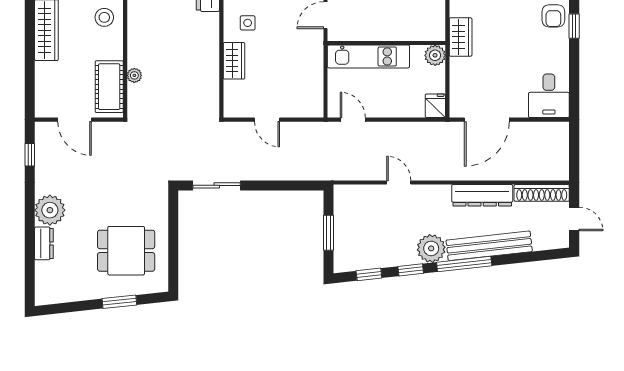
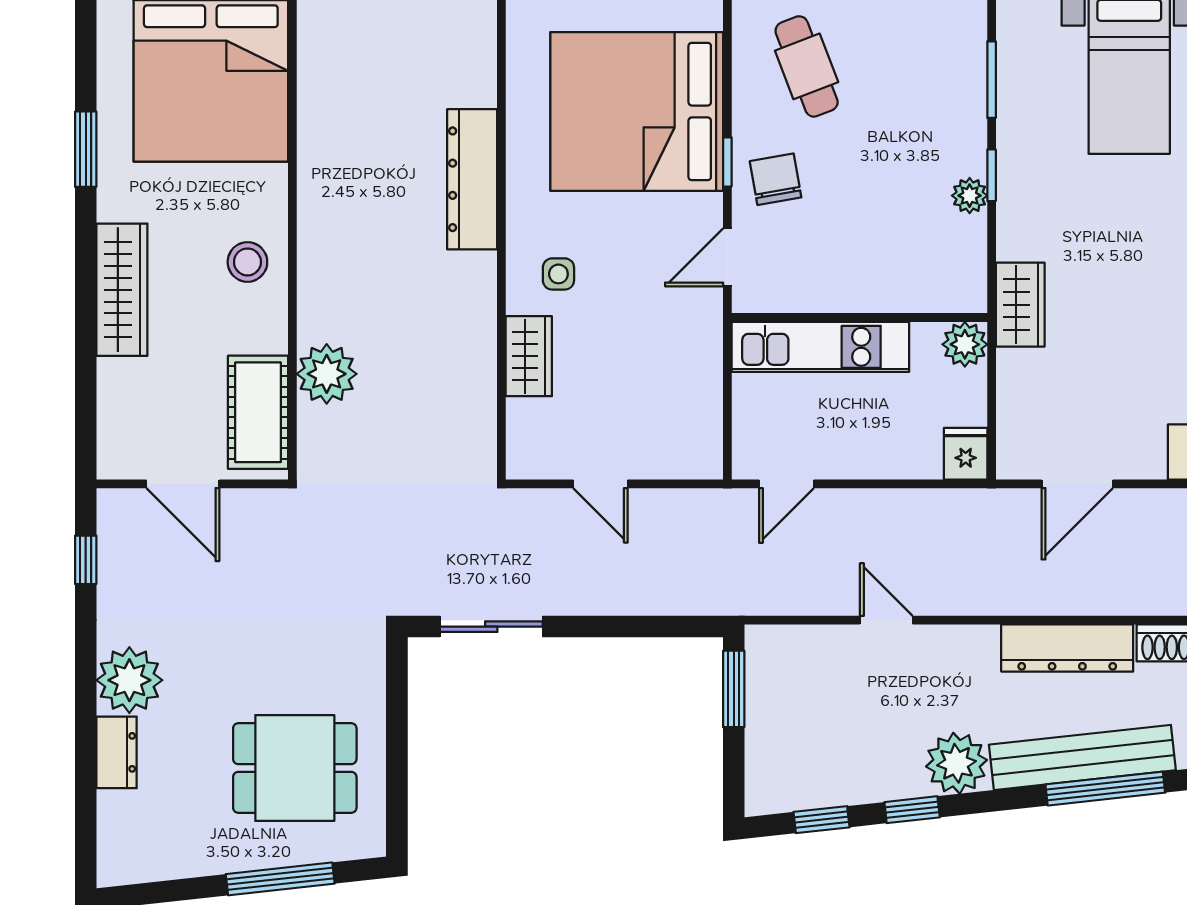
plant: (134, 75) -> (327, 374), width x1.88, depth x1.88
door: (353, 120) -> (786, 484), swing flipped
door: (487, 120) -> (1077, 484), width x0.73
window: (328, 233) -> (734, 689), moved
window: (464, 264) -> (1105, 789), moved
window: (119, 302) -> (280, 879), width x1.44

